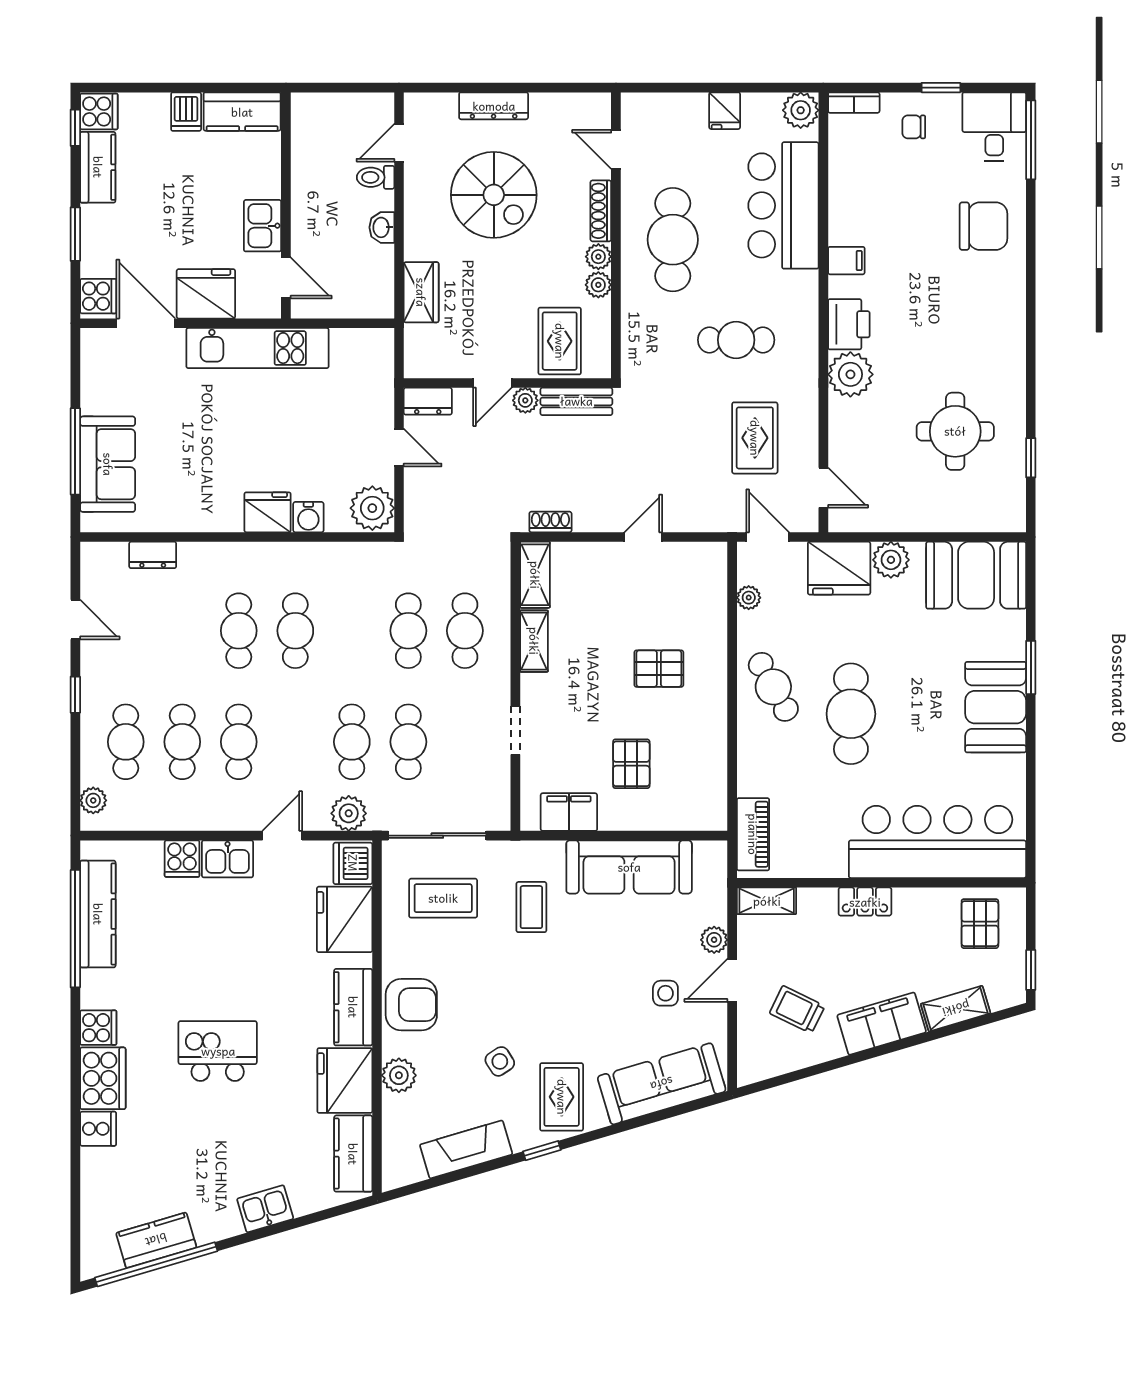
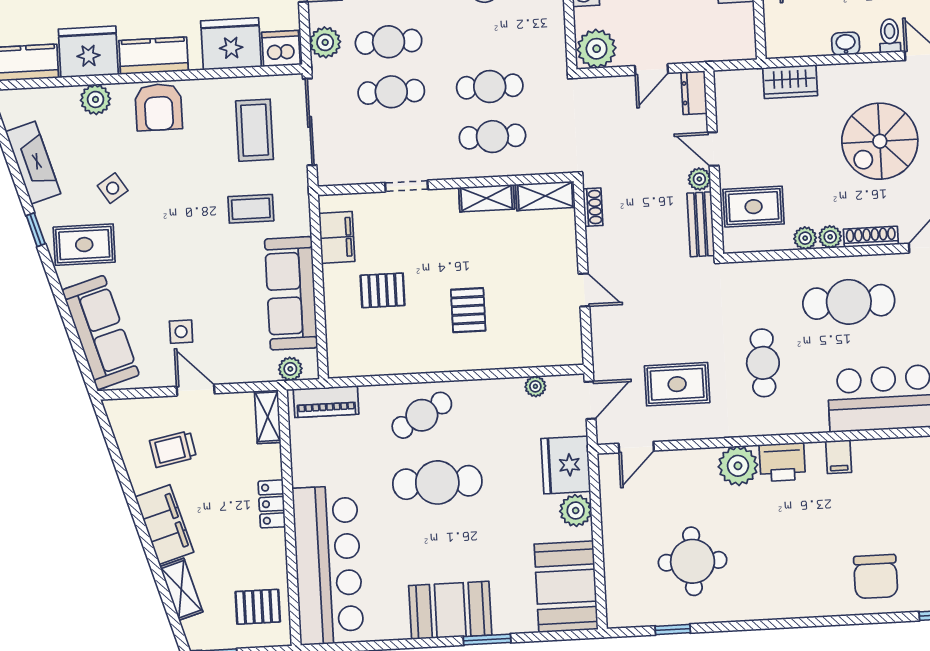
cafe table: (773, 687) -> (422, 415), moved
plant: (714, 940) -> (290, 369), moved
trolley: (797, 1009) -> (173, 449), turned -127

